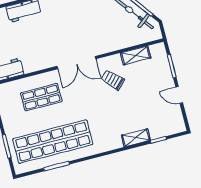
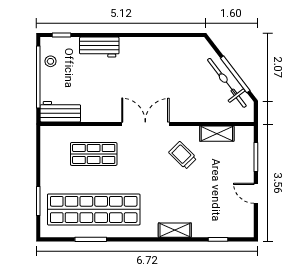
double door: (76, 63) -> (145, 124), swing flipped
shelving: (136, 138) -> (175, 230), moved

